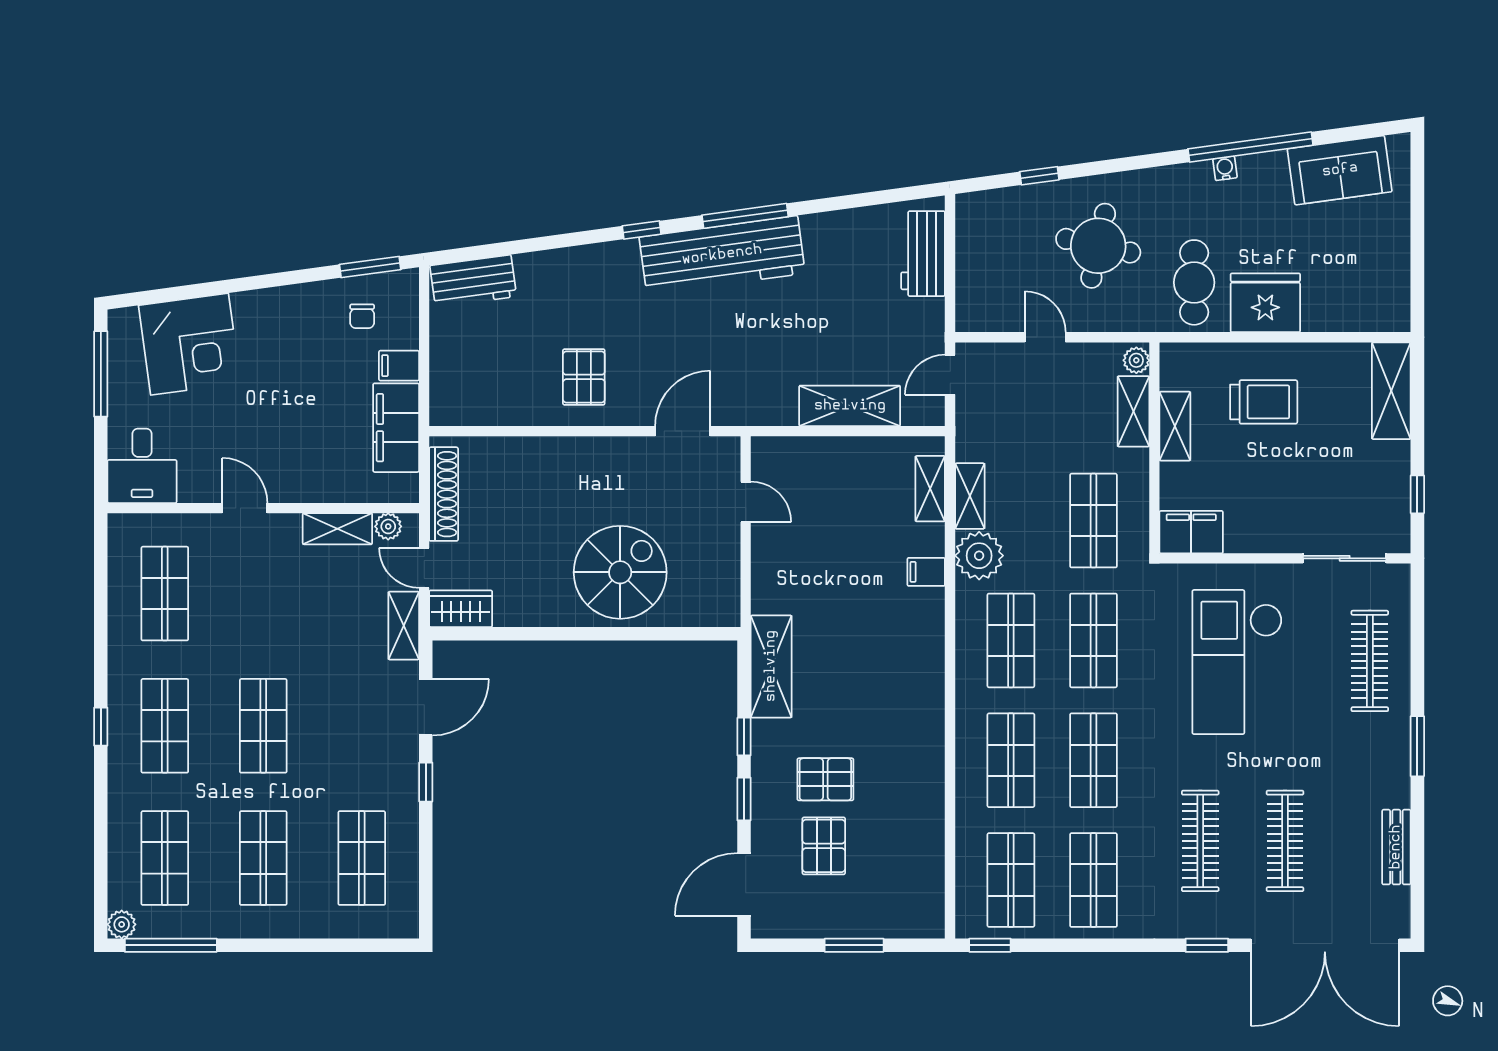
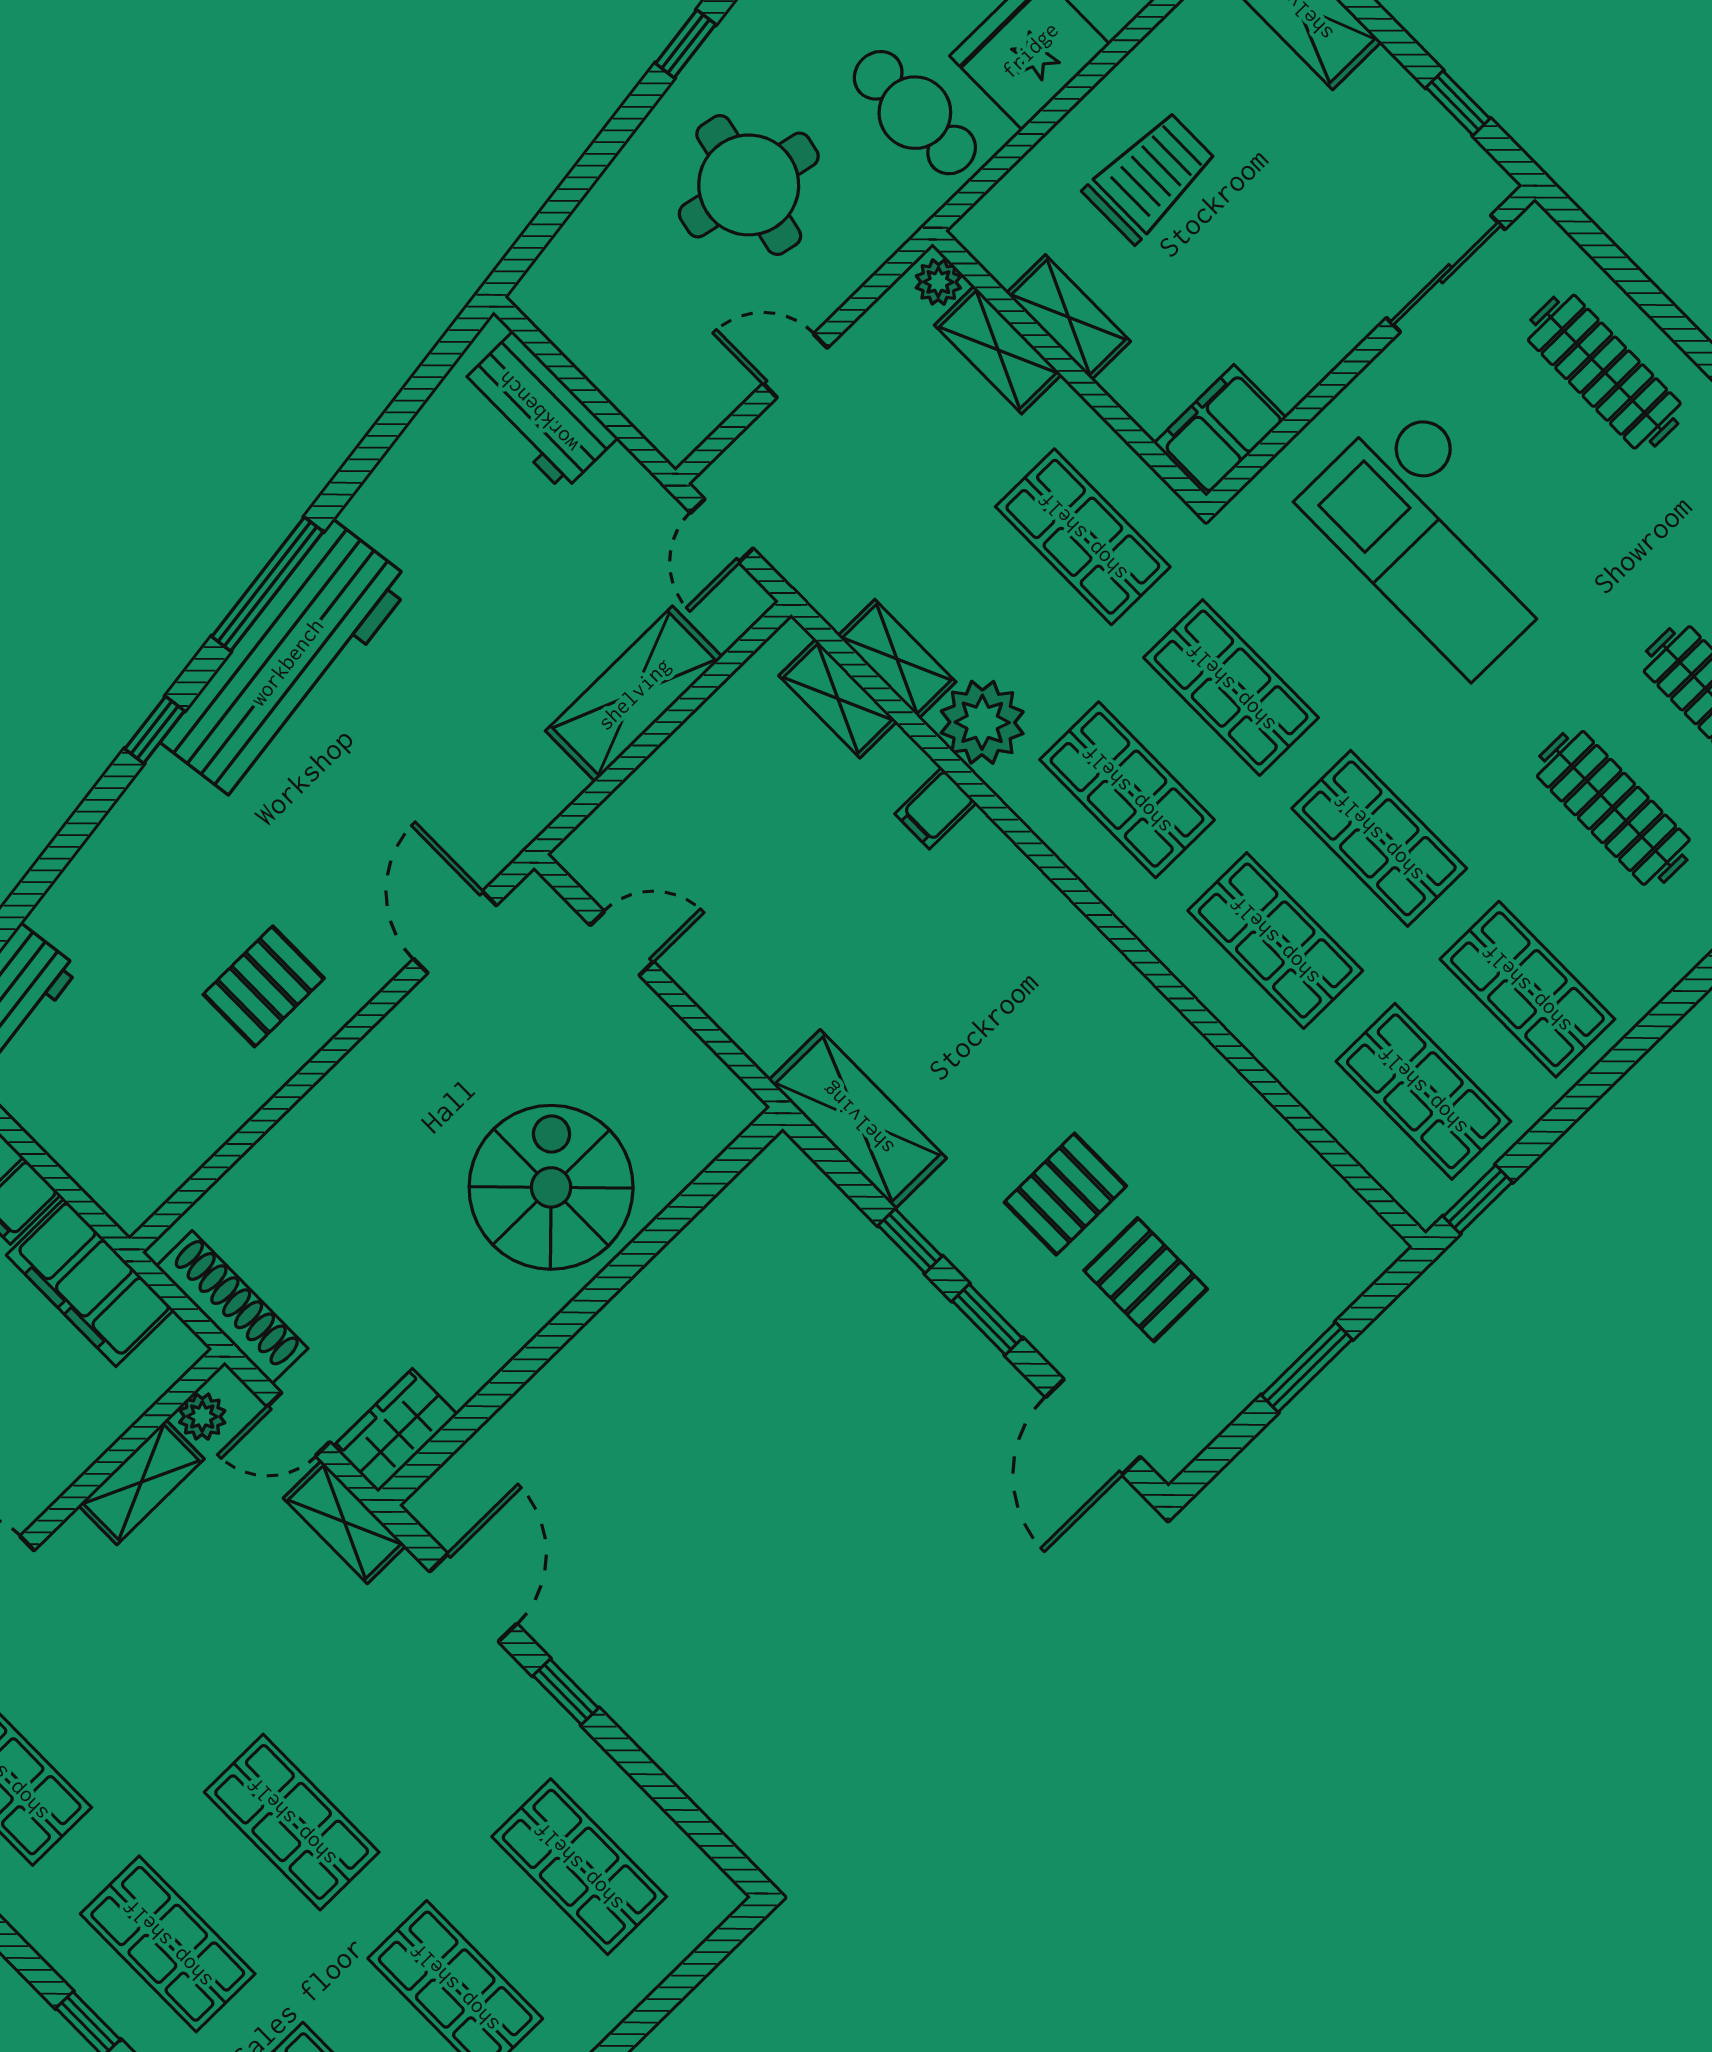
window: (1039, 176) -> (686, 44), moved
pallet: (584, 377) -> (264, 986), turned 90

